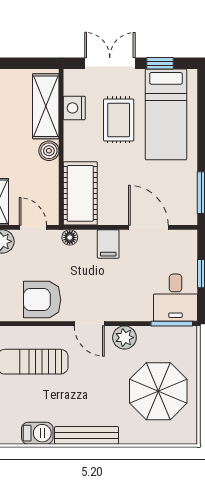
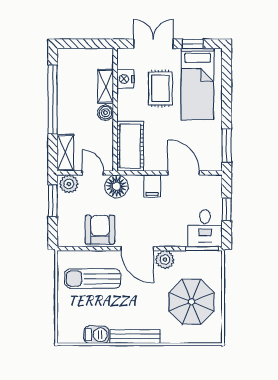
shelving: (46, 106) -> (106, 86), width x0.67, depth x0.75
floor lamp: (70, 237) -> (116, 186), width x1.89, depth x1.89
armchair: (42, 300) -> (100, 230), turned 90
door: (89, 324) -> (137, 249), width x1.38

